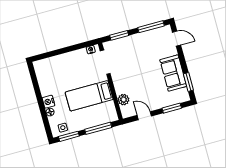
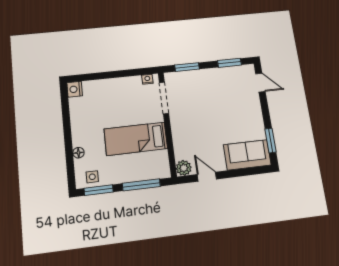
window: (151, 27) -> (229, 63), width x0.69
sofa: (173, 73) -> (247, 155), moved, turned 90
plant: (123, 100) -> (184, 168), moved
nightstand: (49, 102) -> (75, 89), moved
window: (172, 108) -> (245, 172), removed

